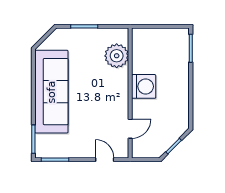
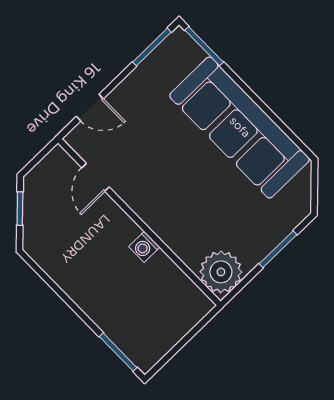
plant: (117, 56) -> (221, 272), moved
washing machine: (144, 86) -> (144, 247), width x0.53, depth x0.53

